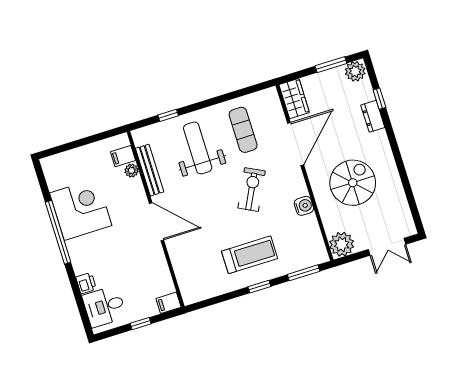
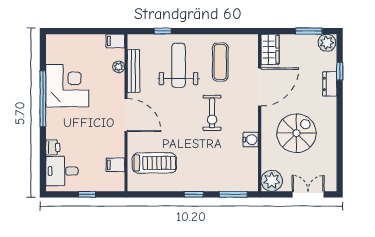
filing cabinet: (123, 156) -> (115, 41), moved
exercise bike: (252, 189) -> (212, 113), turned 153
double door: (387, 247) -> (308, 194), swing flipped
treadmill: (250, 255) -> (154, 163), moved
filing cabinet: (169, 303) -> (115, 165), moved

